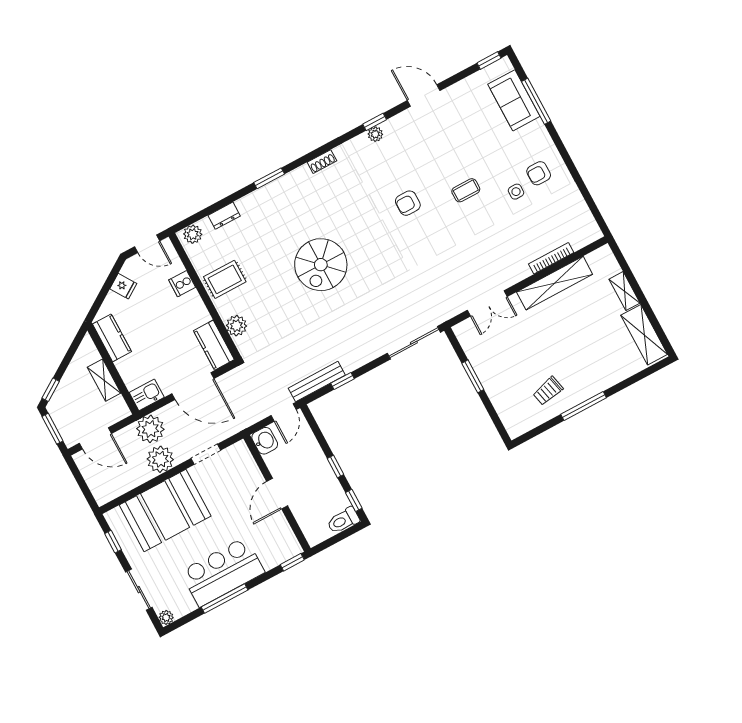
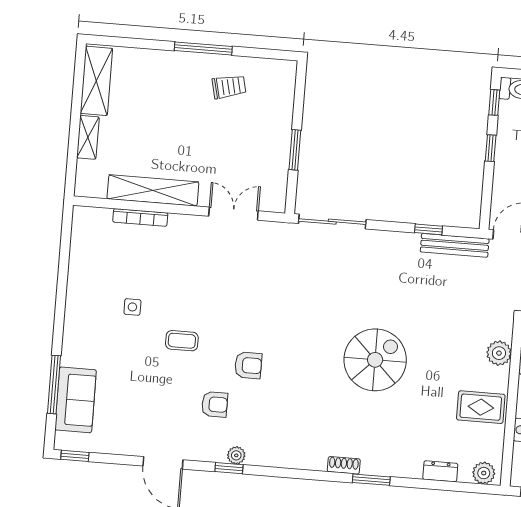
shoe rack: (322, 162) -> (344, 465), moved
armchair: (539, 173) -> (215, 404), moved

